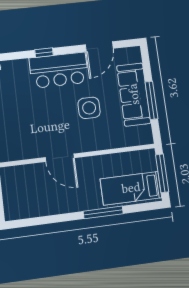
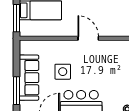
window: (151, 100) -> (16, 91), moved

